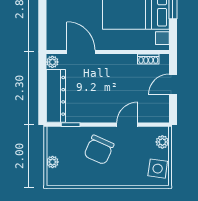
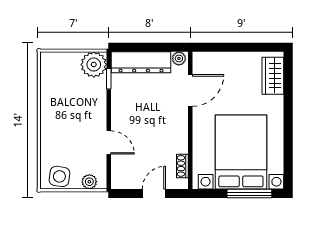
door: (173, 84) -> (154, 194), hinge flipped
chair: (99, 150) -> (80, 111), removed
plant: (52, 162) -> (94, 65), moved, width x1.88, depth x1.88

